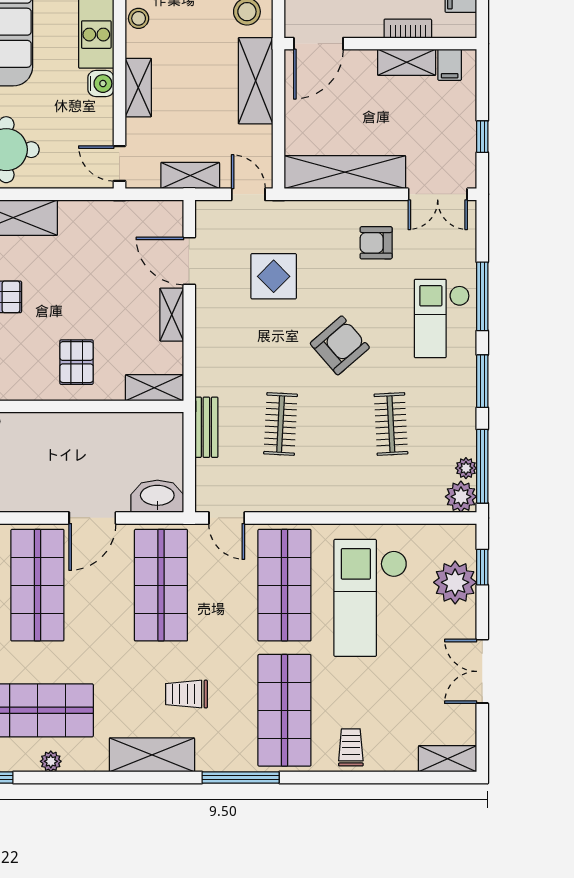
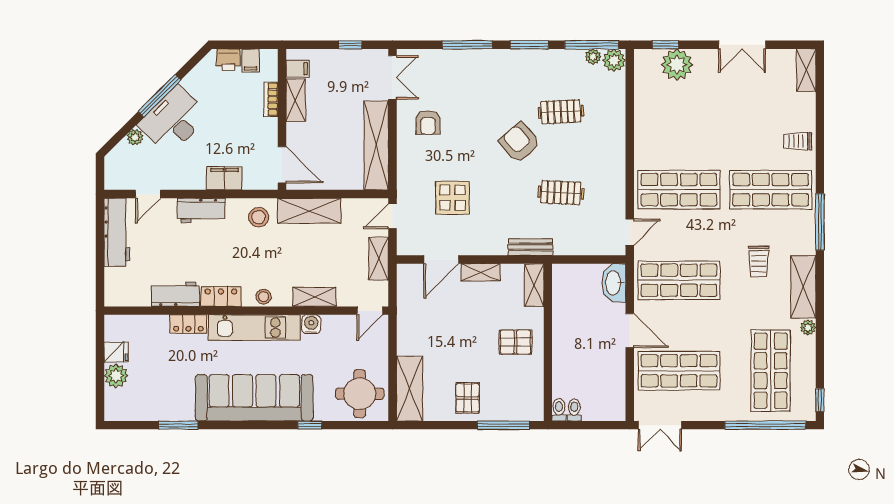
checkout: (442, 318) -> (483, 74), removed
armchair: (340, 345) -> (520, 143), moved
bench: (206, 427) -> (530, 247), moved
checkout: (370, 598) -> (688, 127), removed
plant: (51, 761) -> (808, 327), moved

